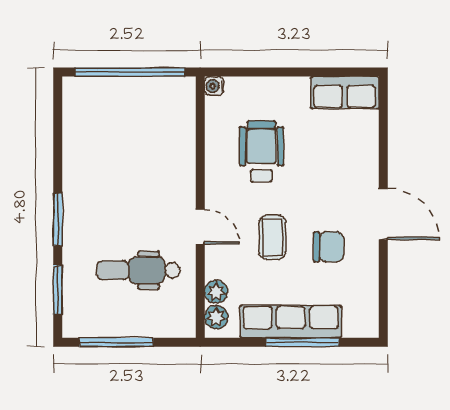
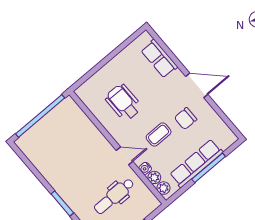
water cooler: (214, 86) -> (145, 168), moved
row of seats: (345, 93) -> (159, 59), moved, turned 90
coffee table: (272, 237) -> (159, 135), turned 90
chair: (329, 247) -> (186, 119), turned 180

